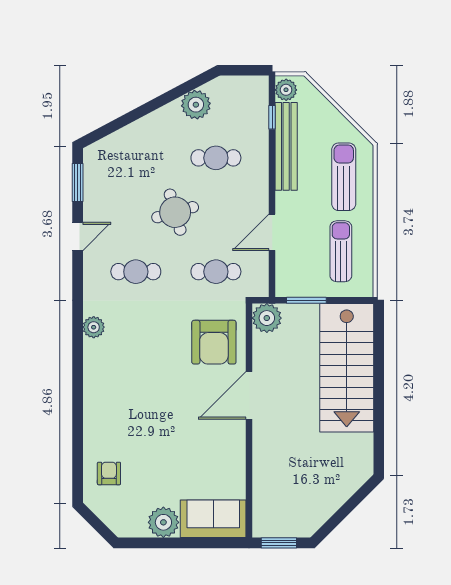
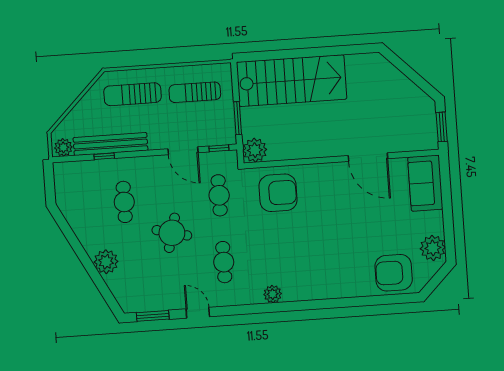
plant: (196, 105) -> (106, 262), moved
window: (272, 117) -> (104, 156), moved
round table: (175, 212) -> (172, 233), turned 30
window: (272, 275) -> (219, 148), added
door: (249, 395) -> (368, 157), moved
armchair: (109, 473) -> (394, 273), width x1.88, depth x1.88
plant: (163, 522) -> (433, 248), moved

